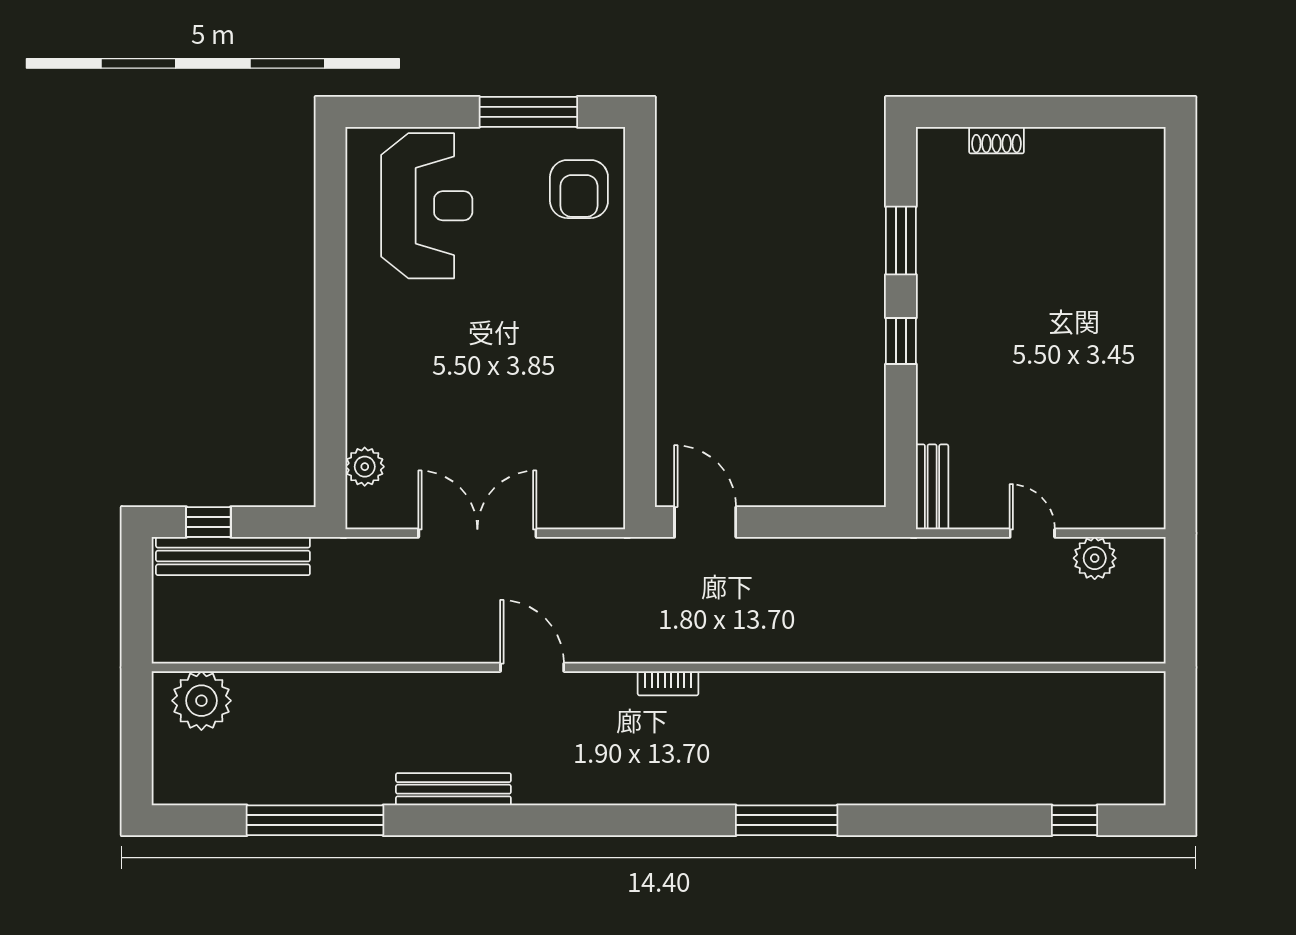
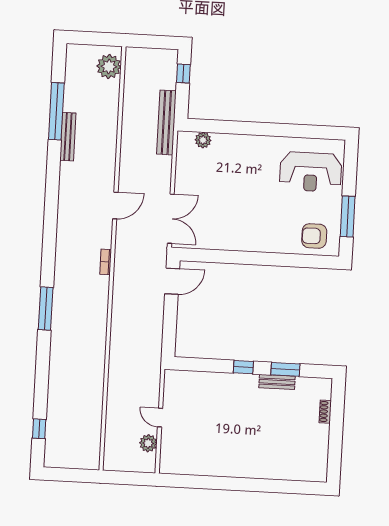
bench: (932, 487) -> (277, 382), moved
double door: (477, 533) -> (171, 219), moved
door: (1032, 533) -> (160, 418), swing flipped
bench: (233, 556) -> (166, 122), moved
bench: (453, 789) -> (68, 137), moved

